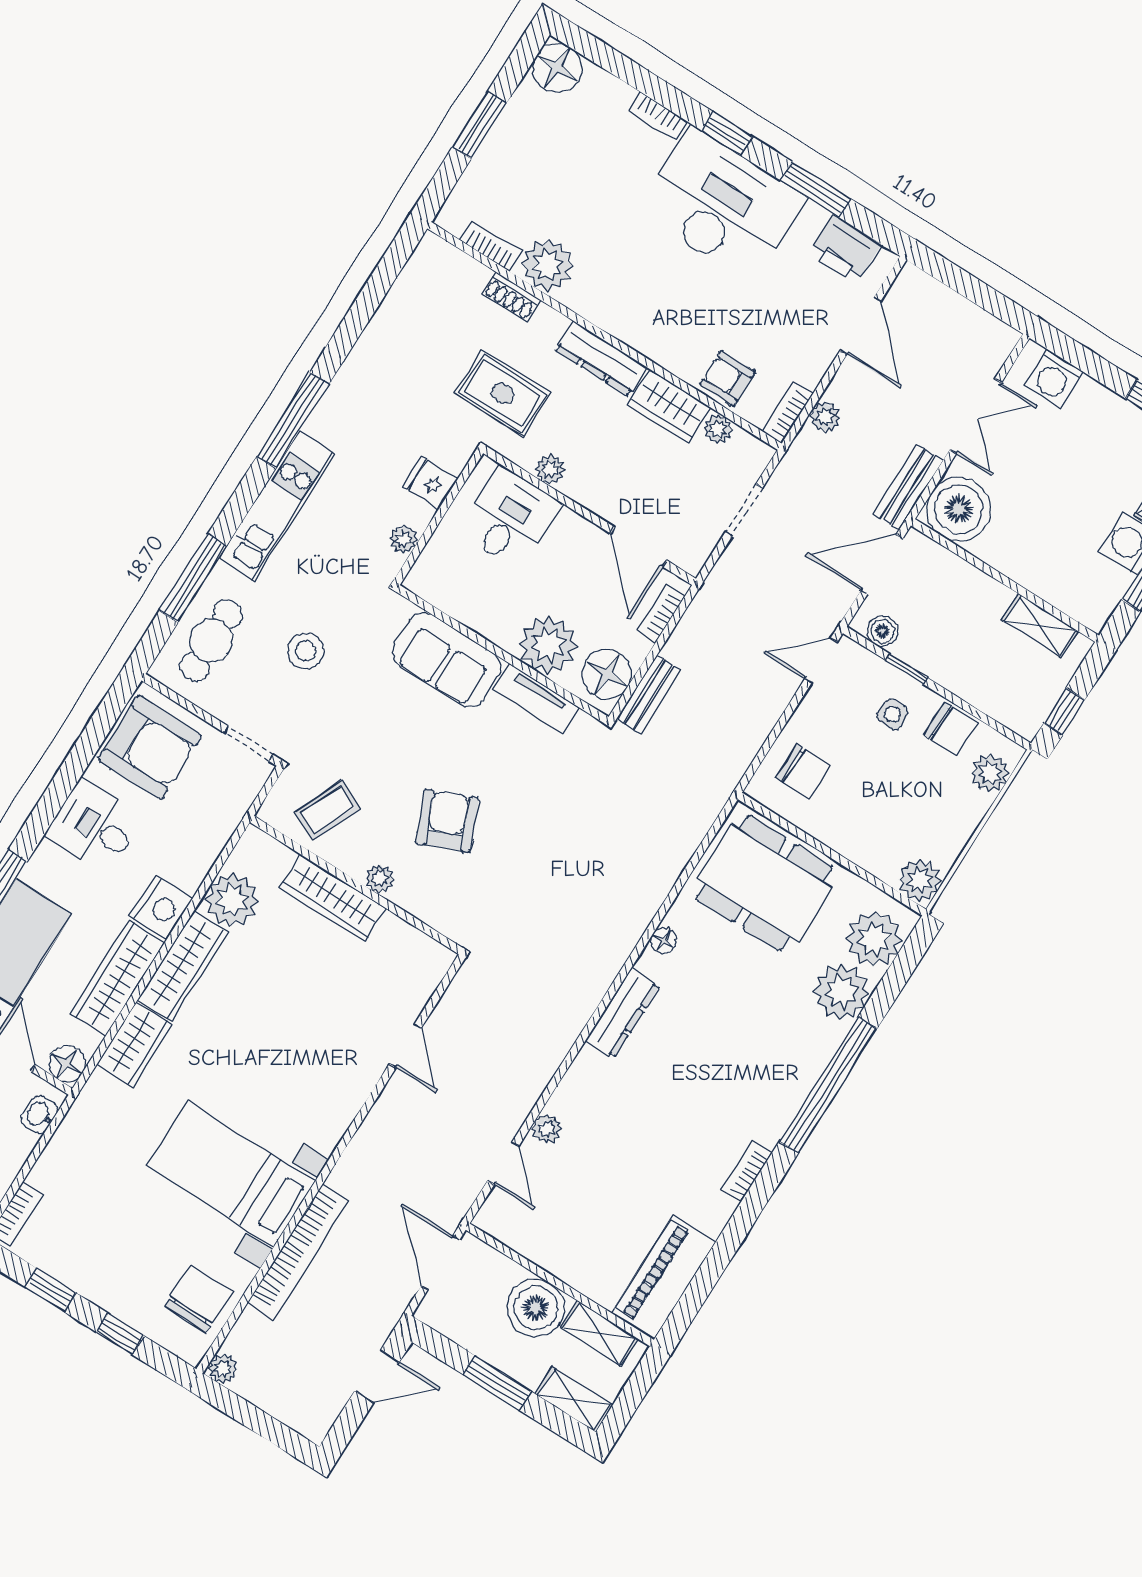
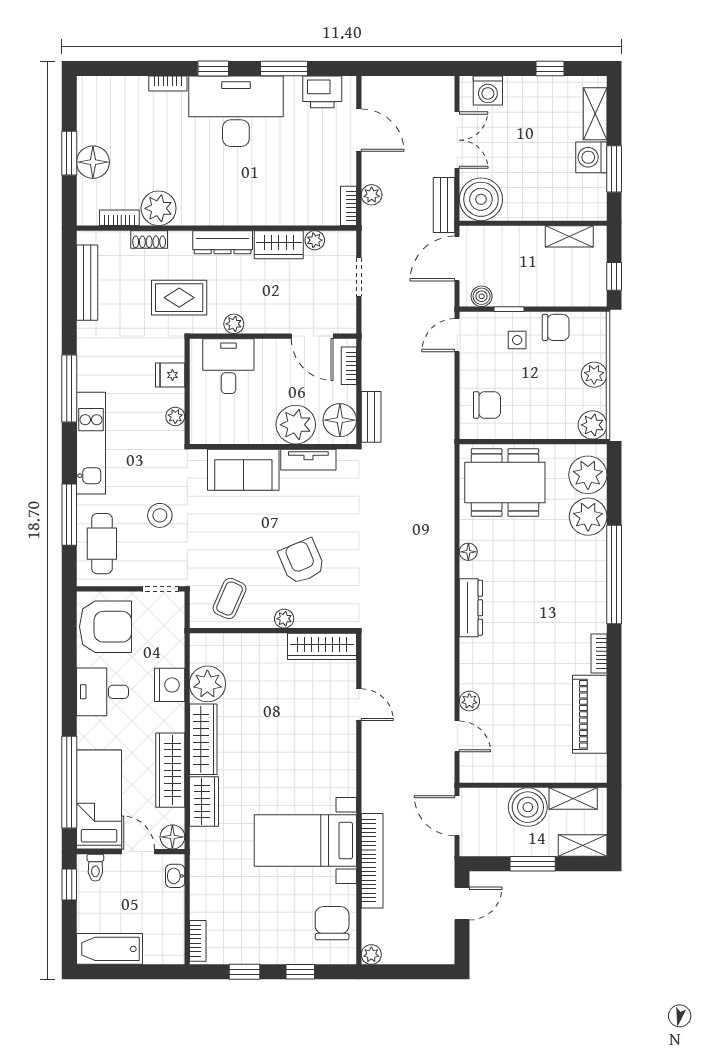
floor lamp: (557, 68) -> (93, 162), moved
bench: (399, 302) -> (87, 283), added
armchair: (727, 378) -> (302, 208), removed
plant: (990, 773) -> (594, 375), moved
wardrobe: (333, 898) -> (322, 646), moved
nightstand: (161, 908) -> (170, 685), moved
piano: (664, 1277) -> (590, 714), moved

